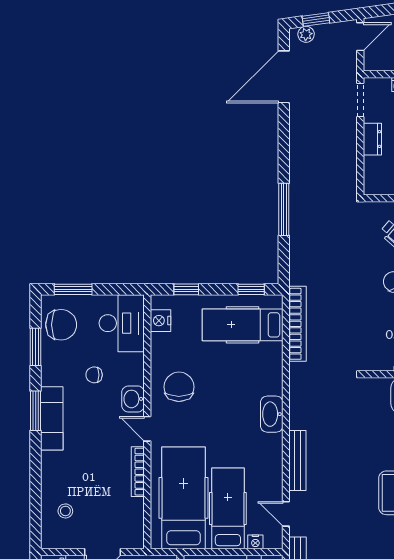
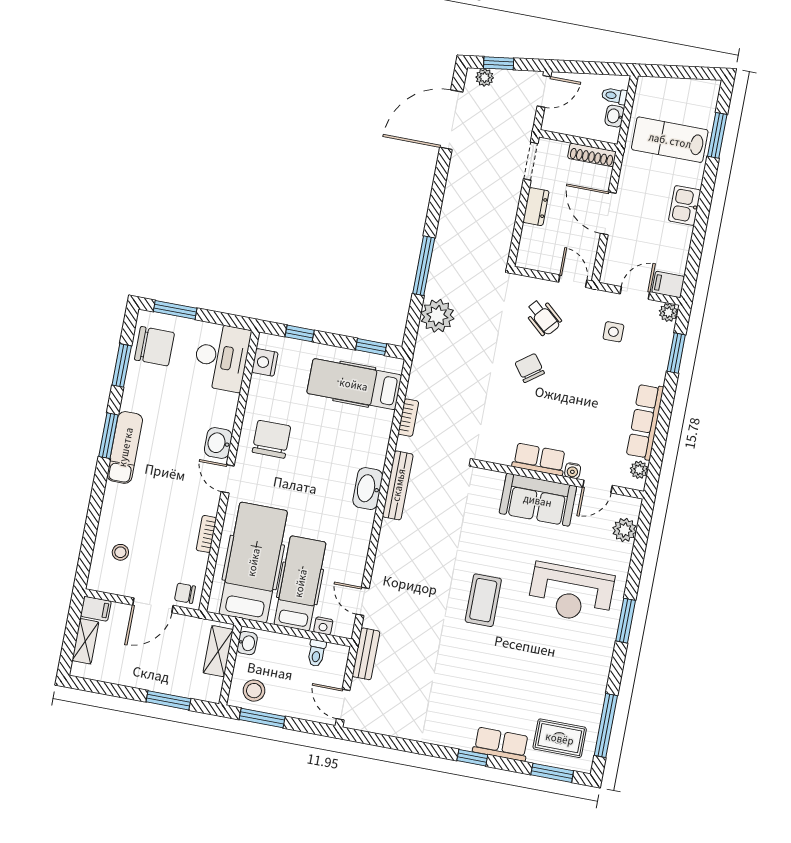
plant: (304, 251) -> (437, 316), added
bookcase: (298, 324) -> (408, 418), width x0.43, depth x0.76
chair: (94, 375) -> (185, 593), moved
bench: (297, 461) -> (398, 485), moved
bookcase: (138, 472) -> (206, 534), width x0.64

